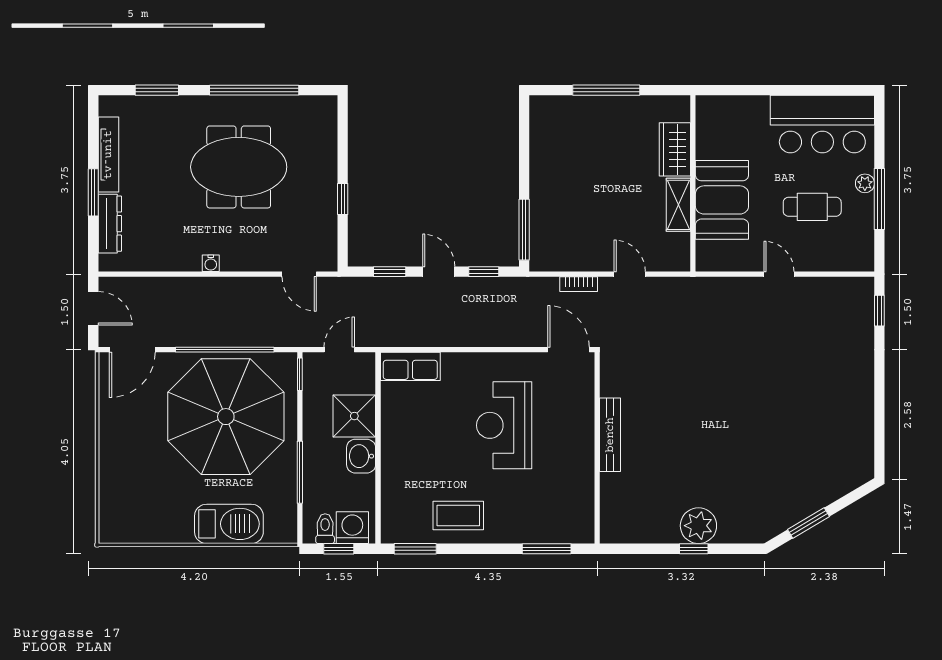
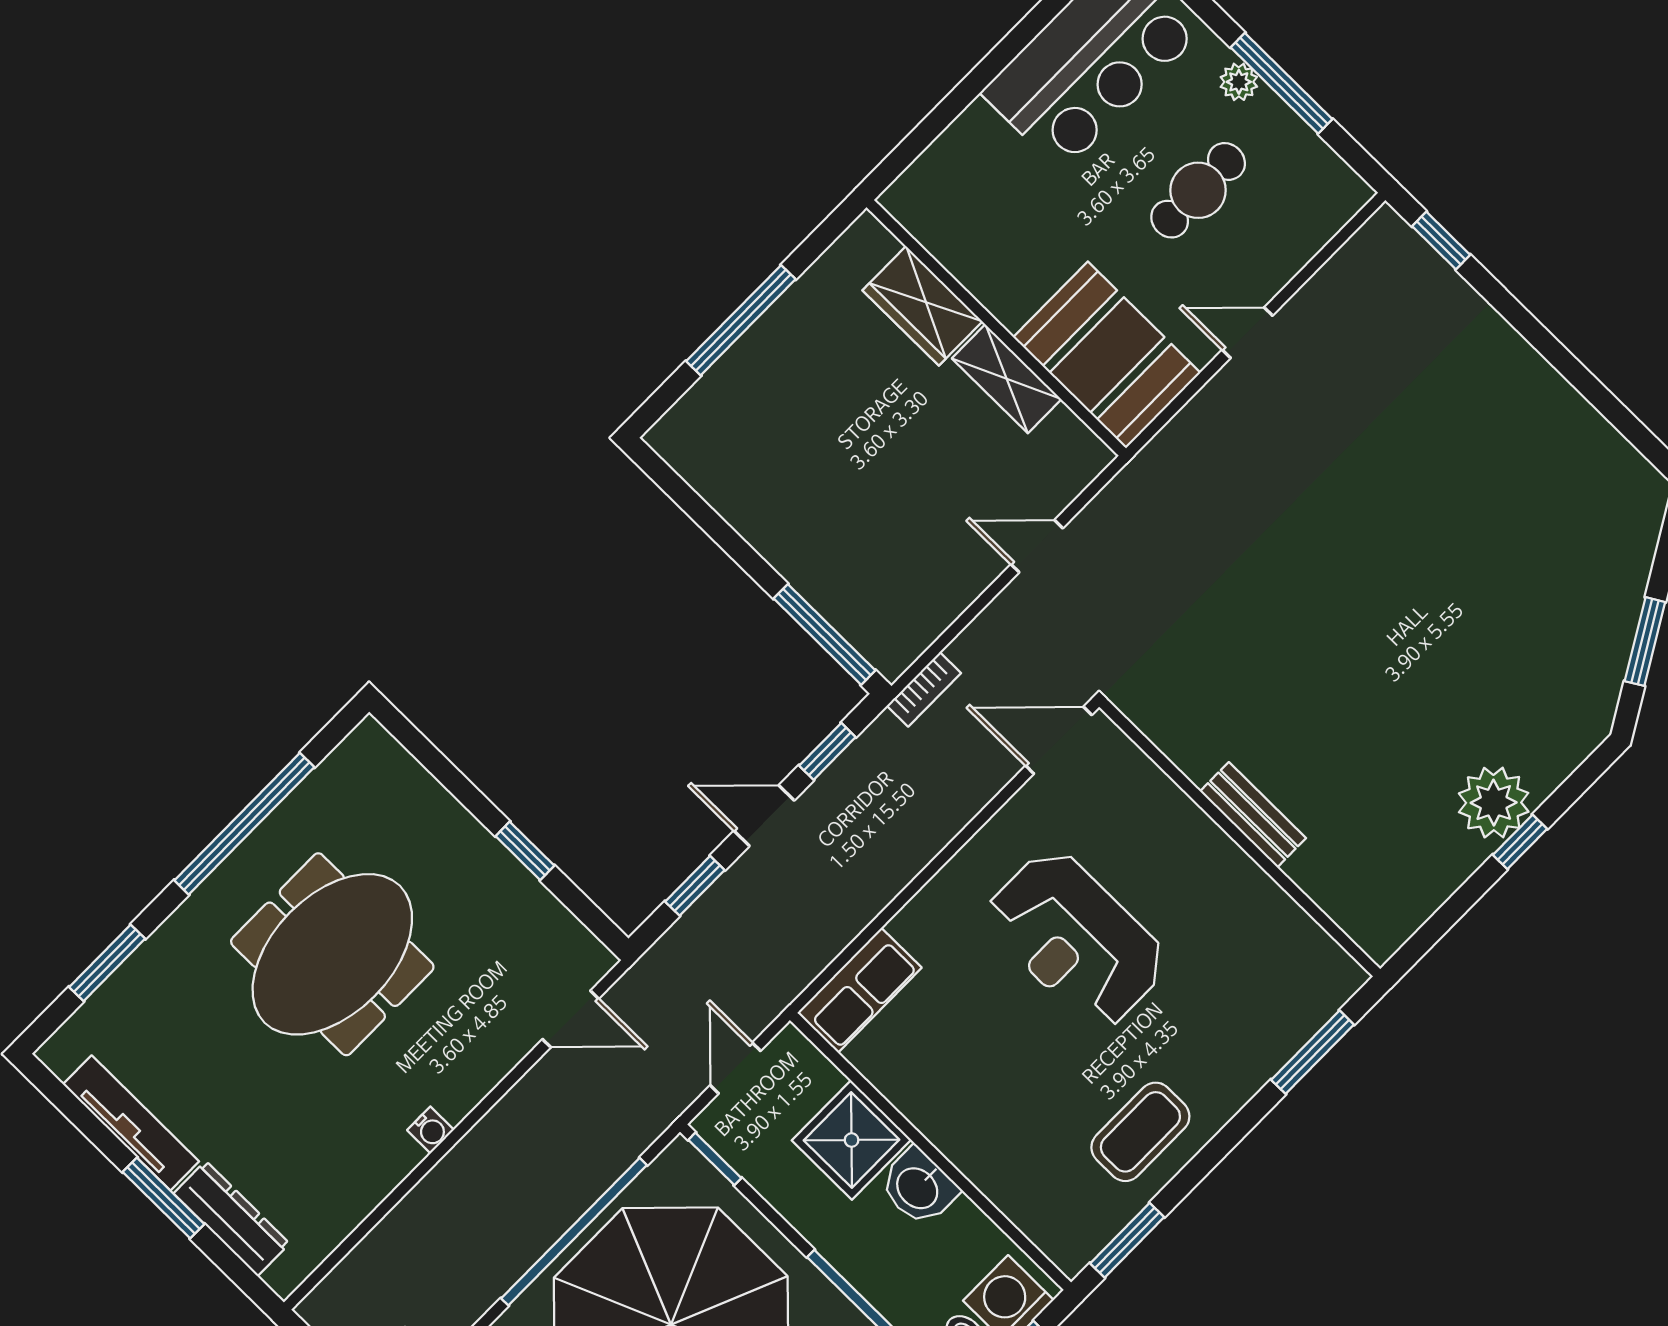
booth: (722, 200) -> (1107, 355), moved
bookcase: (579, 284) -> (924, 689), moved
bench: (610, 435) -> (1253, 815), width x0.73

